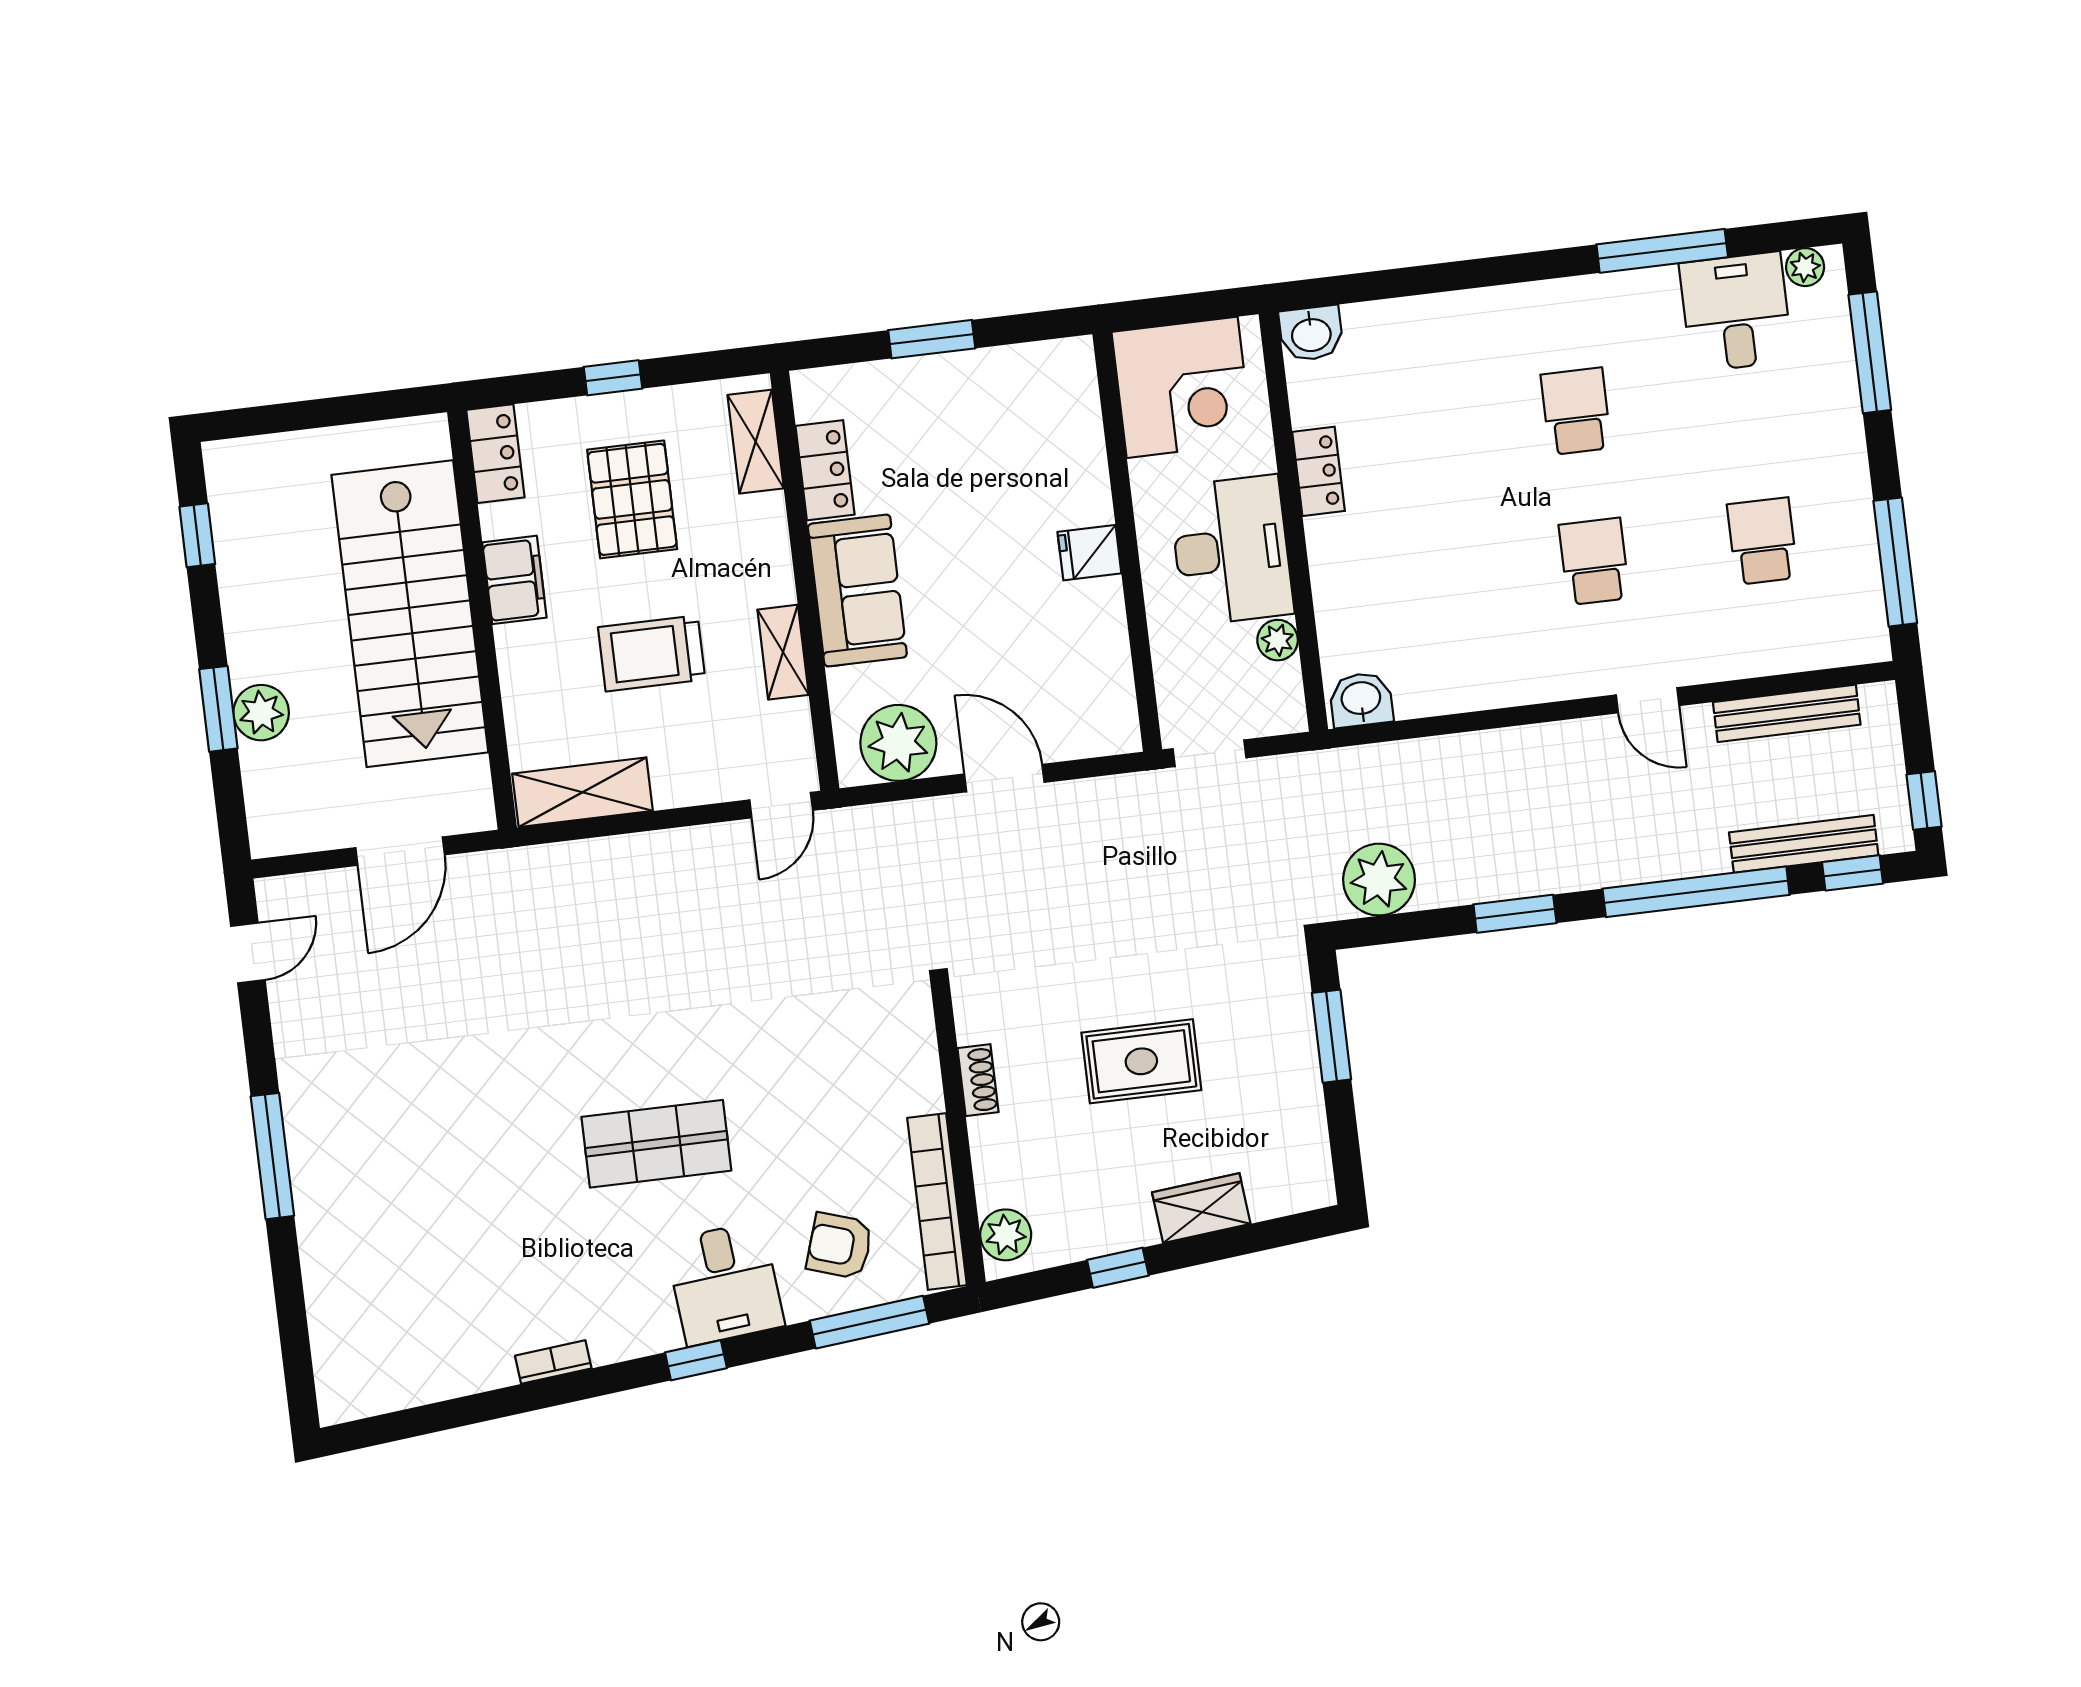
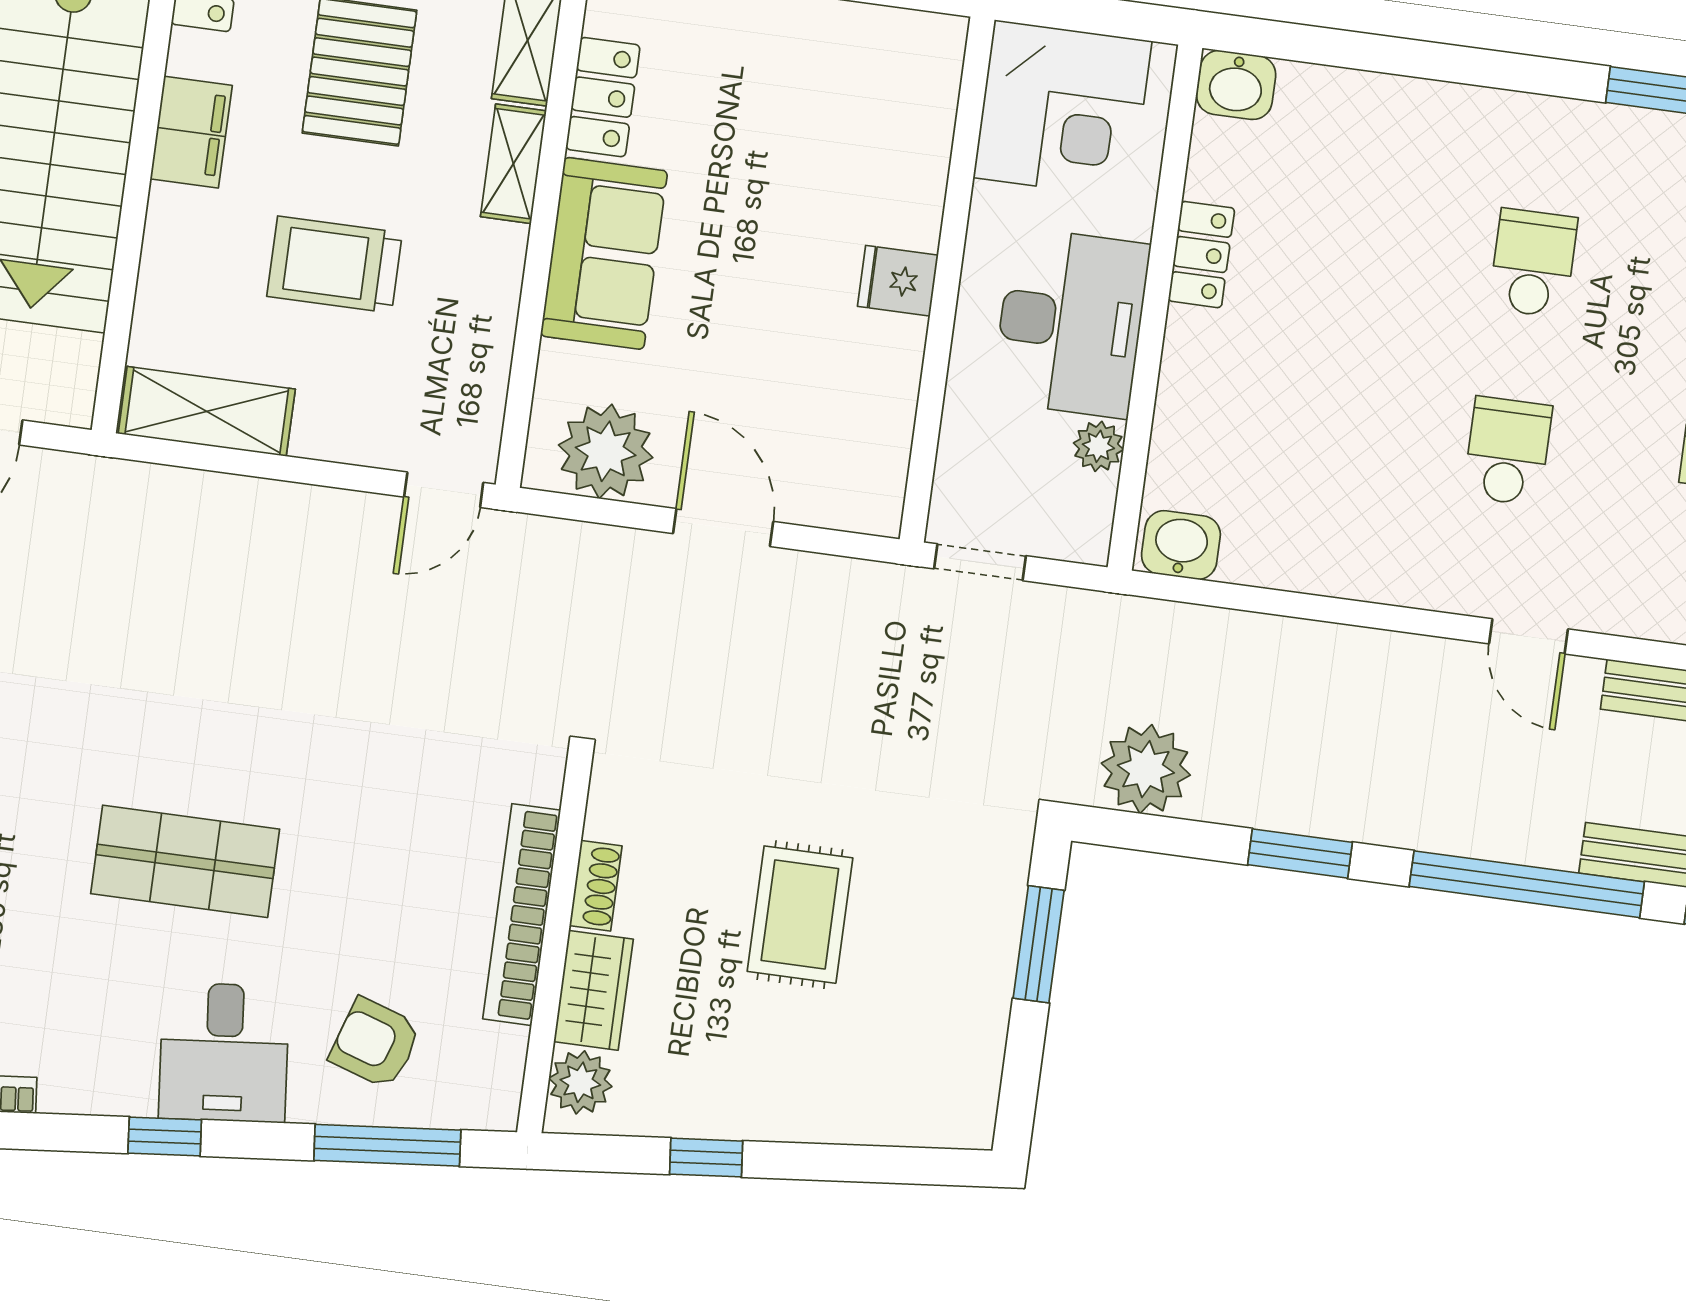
shelving: (783, 652) -> (513, 164), moved
rug: (1141, 1061) -> (800, 915), turned 90
bookcase: (937, 1202) -> (522, 915), moved
wardrobe: (1201, 1208) -> (593, 990), moved, turned 95

